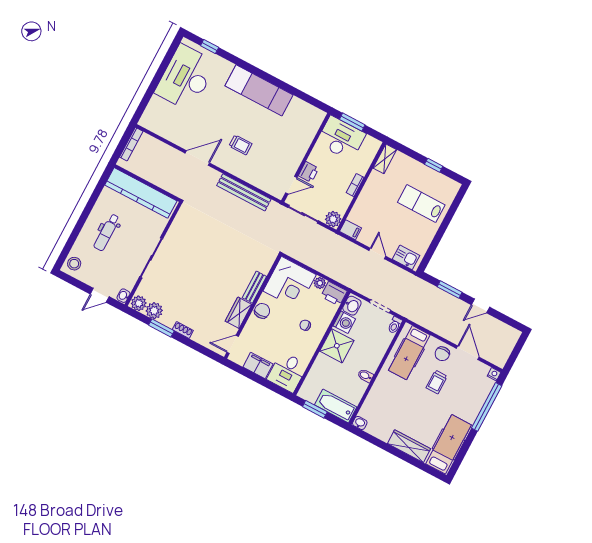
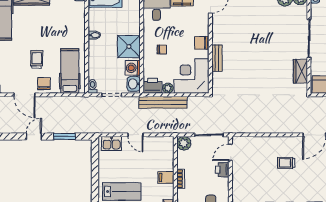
bench: (244, 192) -> (163, 102), moved
filing cabinet: (350, 230) -> (166, 177), moved
chair: (262, 311) -> (201, 43), turned 90
wardrobe: (238, 313) -> (300, 71), moved, turned 180

